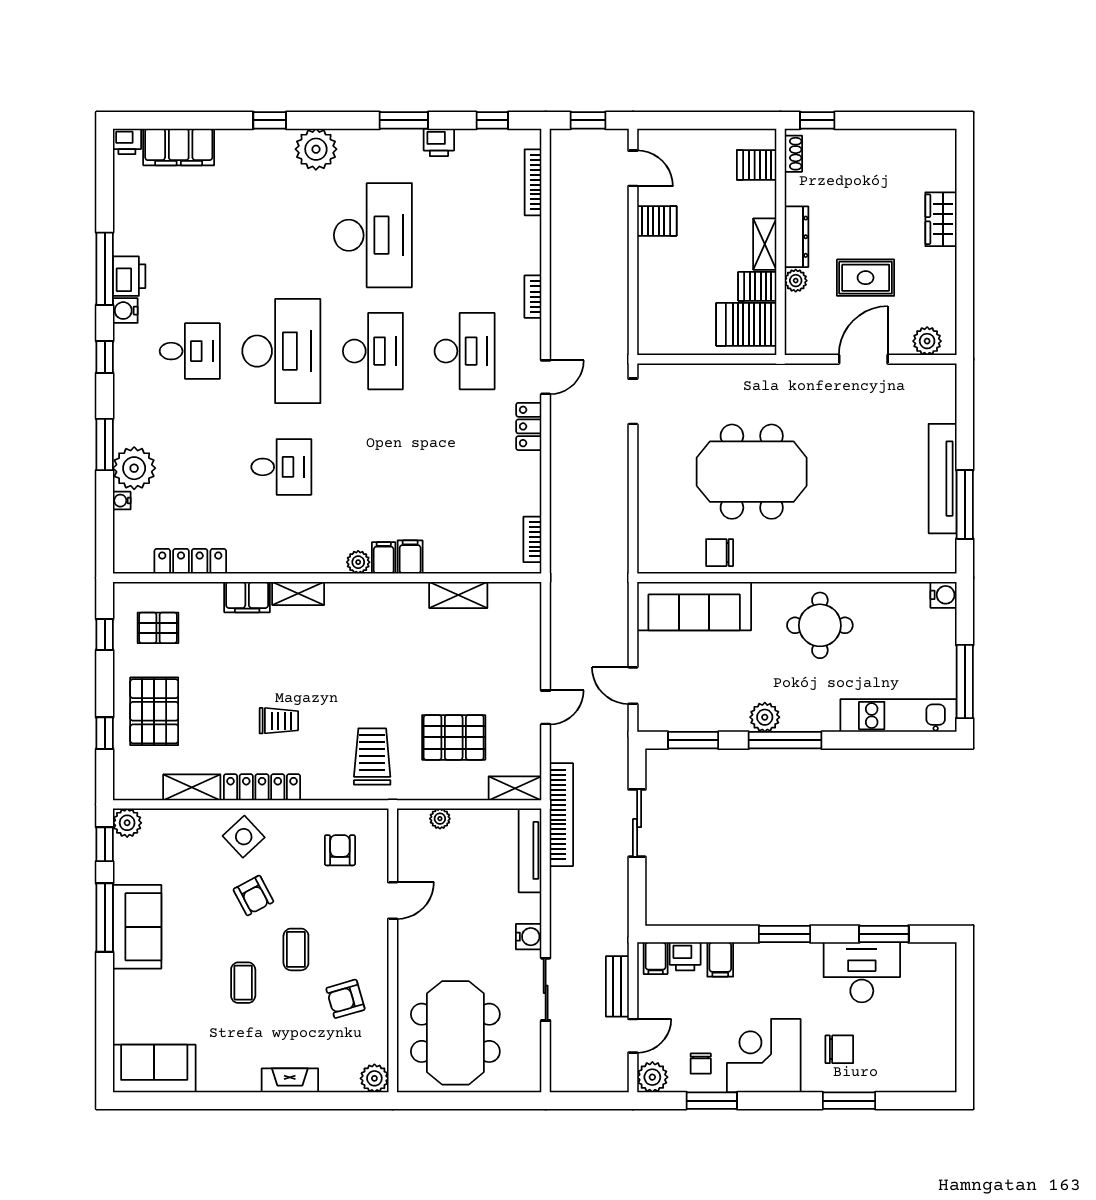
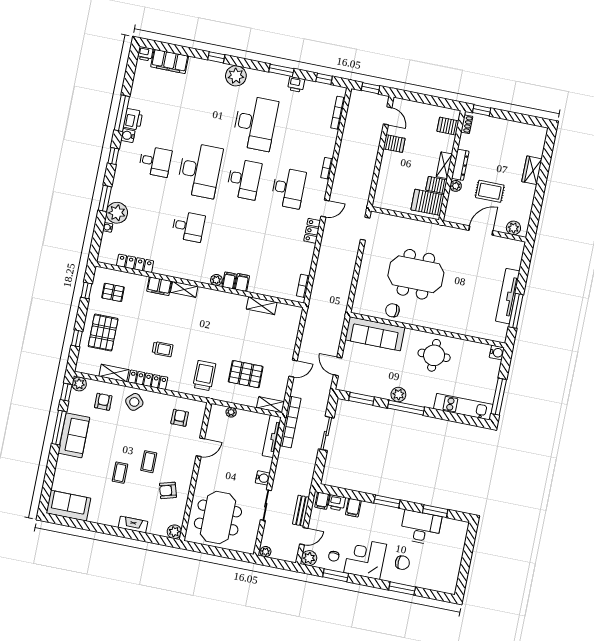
armchair: (253, 896) -> (103, 402), moved, turned -152
plant: (563, 1082) -> (265, 552), added

